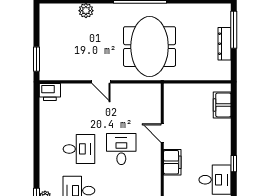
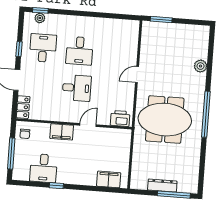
printer: (50, 92) -> (120, 118), moved, turned 90

